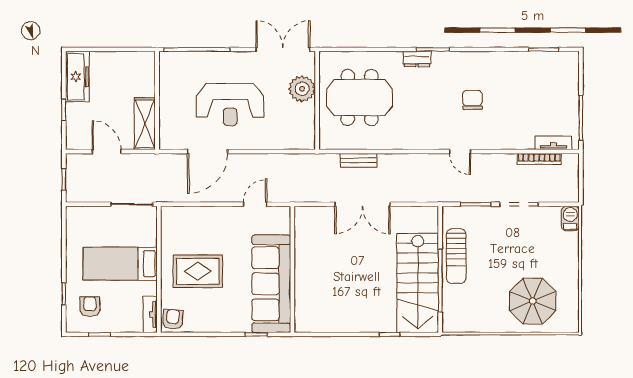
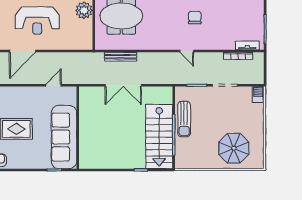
bench: (359, 160) -> (121, 57), width x1.36

